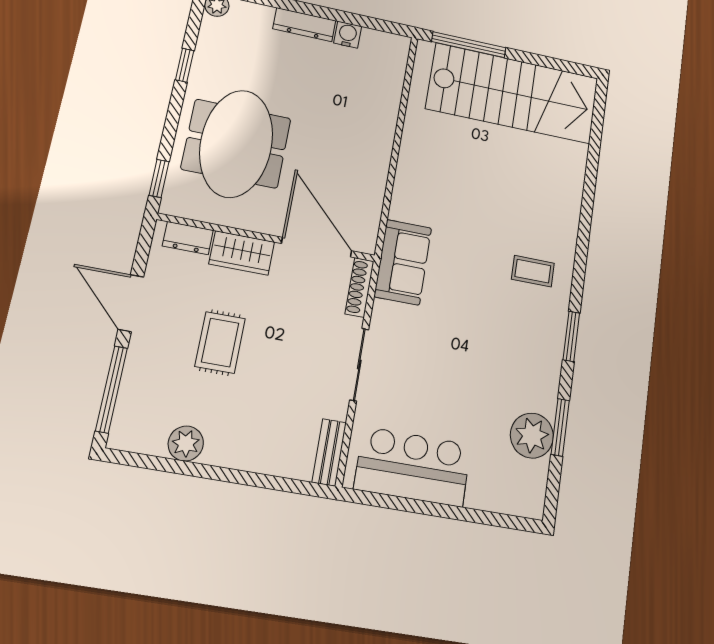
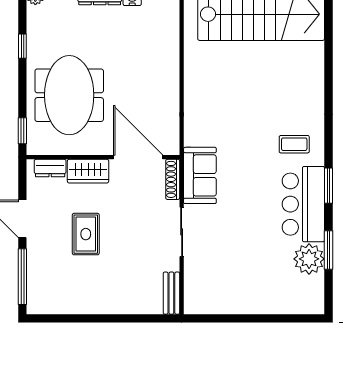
sofa: (403, 262) -> (200, 175), moved
plant: (186, 444) -> (77, 303), removed
bar counter: (413, 467) -> (303, 204), moved, turned -90

